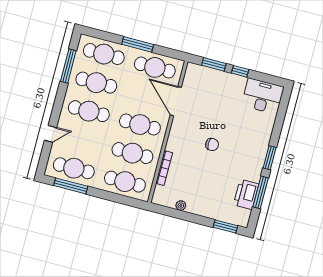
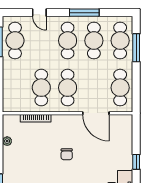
window: (138, 44) -> (136, 48), moved
window: (214, 64) -> (136, 138), removed
window: (68, 66) -> (84, 13), moved
door: (176, 101) -> (96, 113), swing flipped
cafe table: (125, 182) -> (15, 88), removed

